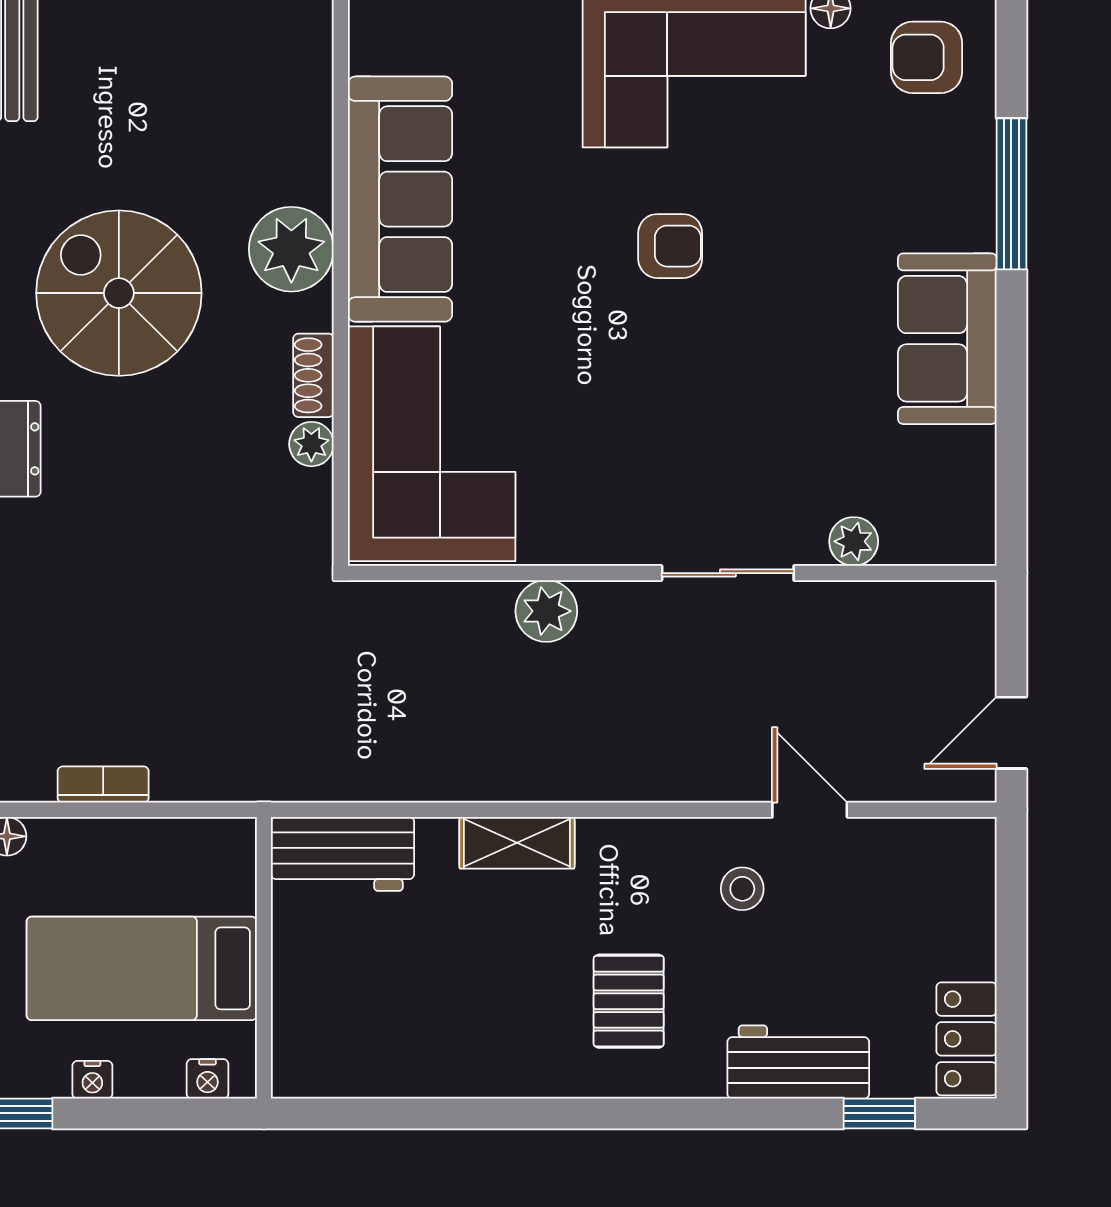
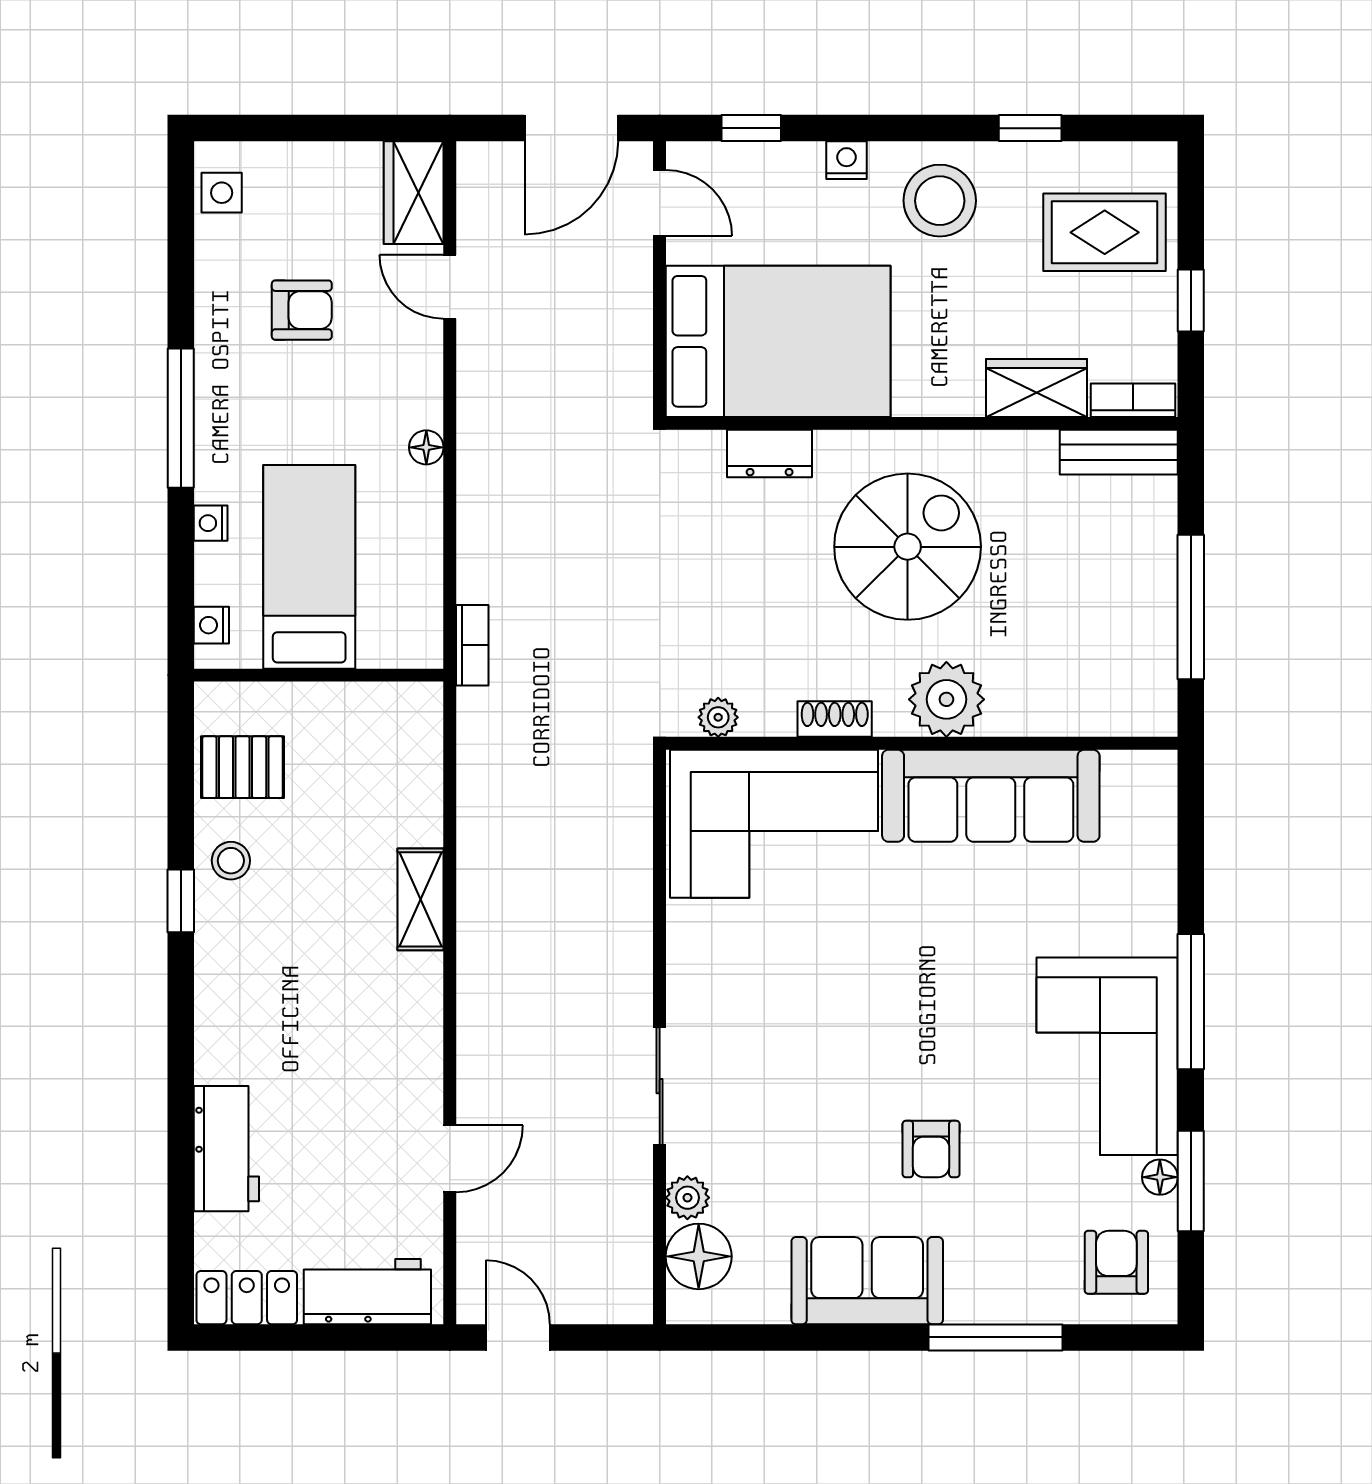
armchair: (670, 246) -> (931, 1149), moved
plant: (311, 444) -> (718, 717), moved
floor lamp: (920, 529) -> (699, 1256), added
plant: (546, 611) -> (626, 925), removed
bookcase: (103, 784) -> (472, 645), moved
workbench: (343, 854) -> (367, 1292), moved, turned 90
stool: (742, 889) -> (231, 861), moved
pallet: (629, 1001) -> (243, 767), moved
window: (879, 1113) -> (181, 901), moved

